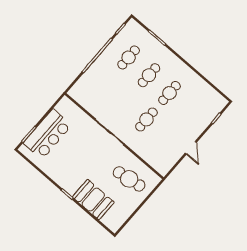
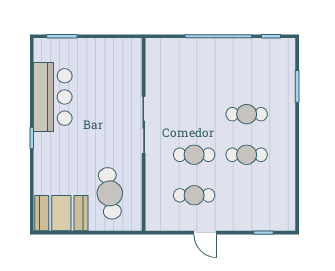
cafe table: (129, 57) -> (194, 195), moved
bar counter: (47, 134) -> (53, 97), moved, turned -90
door: (191, 148) -> (205, 233), hinge flipped
booth: (93, 200) -> (61, 213), moved, turned 90

